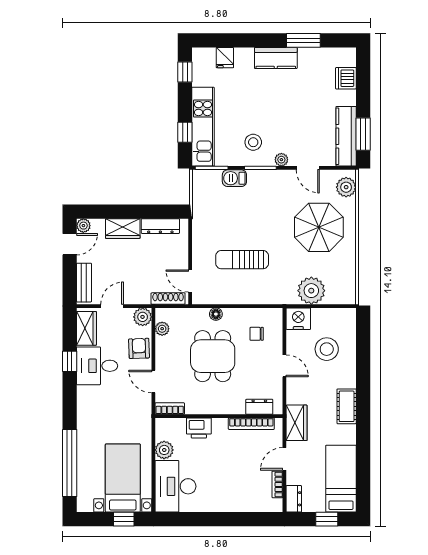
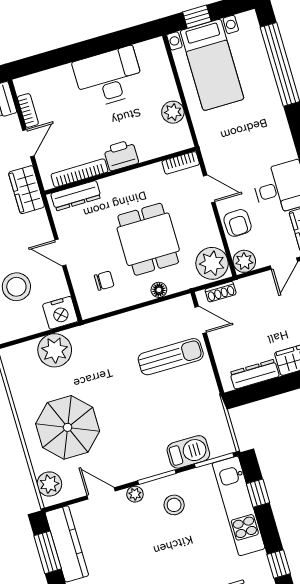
barbecue: (234, 178) -> (188, 452), width x1.38, depth x1.27
sun lounger: (242, 260) -> (171, 357), moved
shoe rack: (168, 299) -> (221, 292), width x0.70
plant: (162, 329) -> (212, 263), width x1.88, depth x1.88
dresser: (259, 407) -> (76, 196), width x1.44
printer: (199, 428) -> (121, 155), moved
desk: (175, 486) -> (109, 77), moved, turned -90

